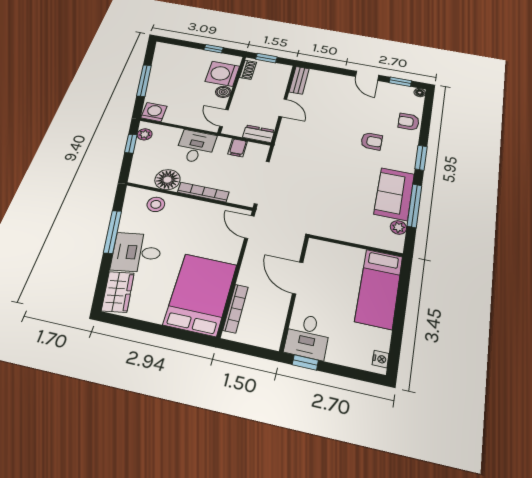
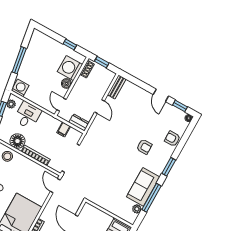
desk: (196, 147) -> (28, 115), moved

